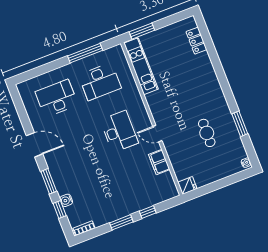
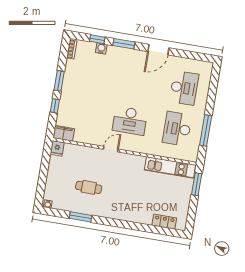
filing cabinet: (159, 162) -> (64, 133), moved

